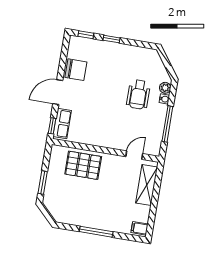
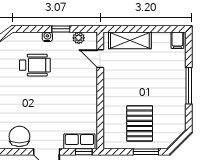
plant: (165, 88) -> (79, 38), moved
water cooler: (164, 99) -> (47, 37), moved
window: (167, 124) -> (61, 29), width x0.46
pallet: (83, 165) -> (140, 123), moved

